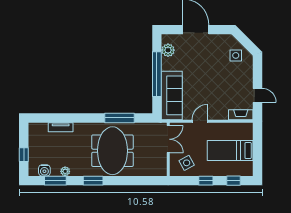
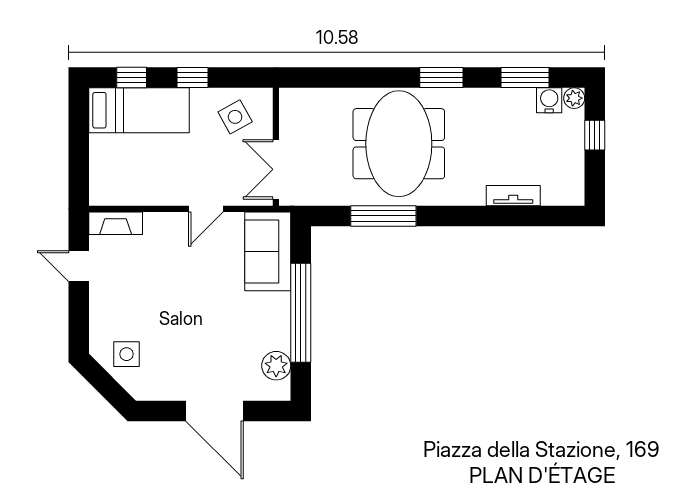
sofa: (172, 95) -> (268, 251), width x0.73
bed: (230, 150) -> (139, 110), moved
plant: (65, 171) -> (574, 98), moved

